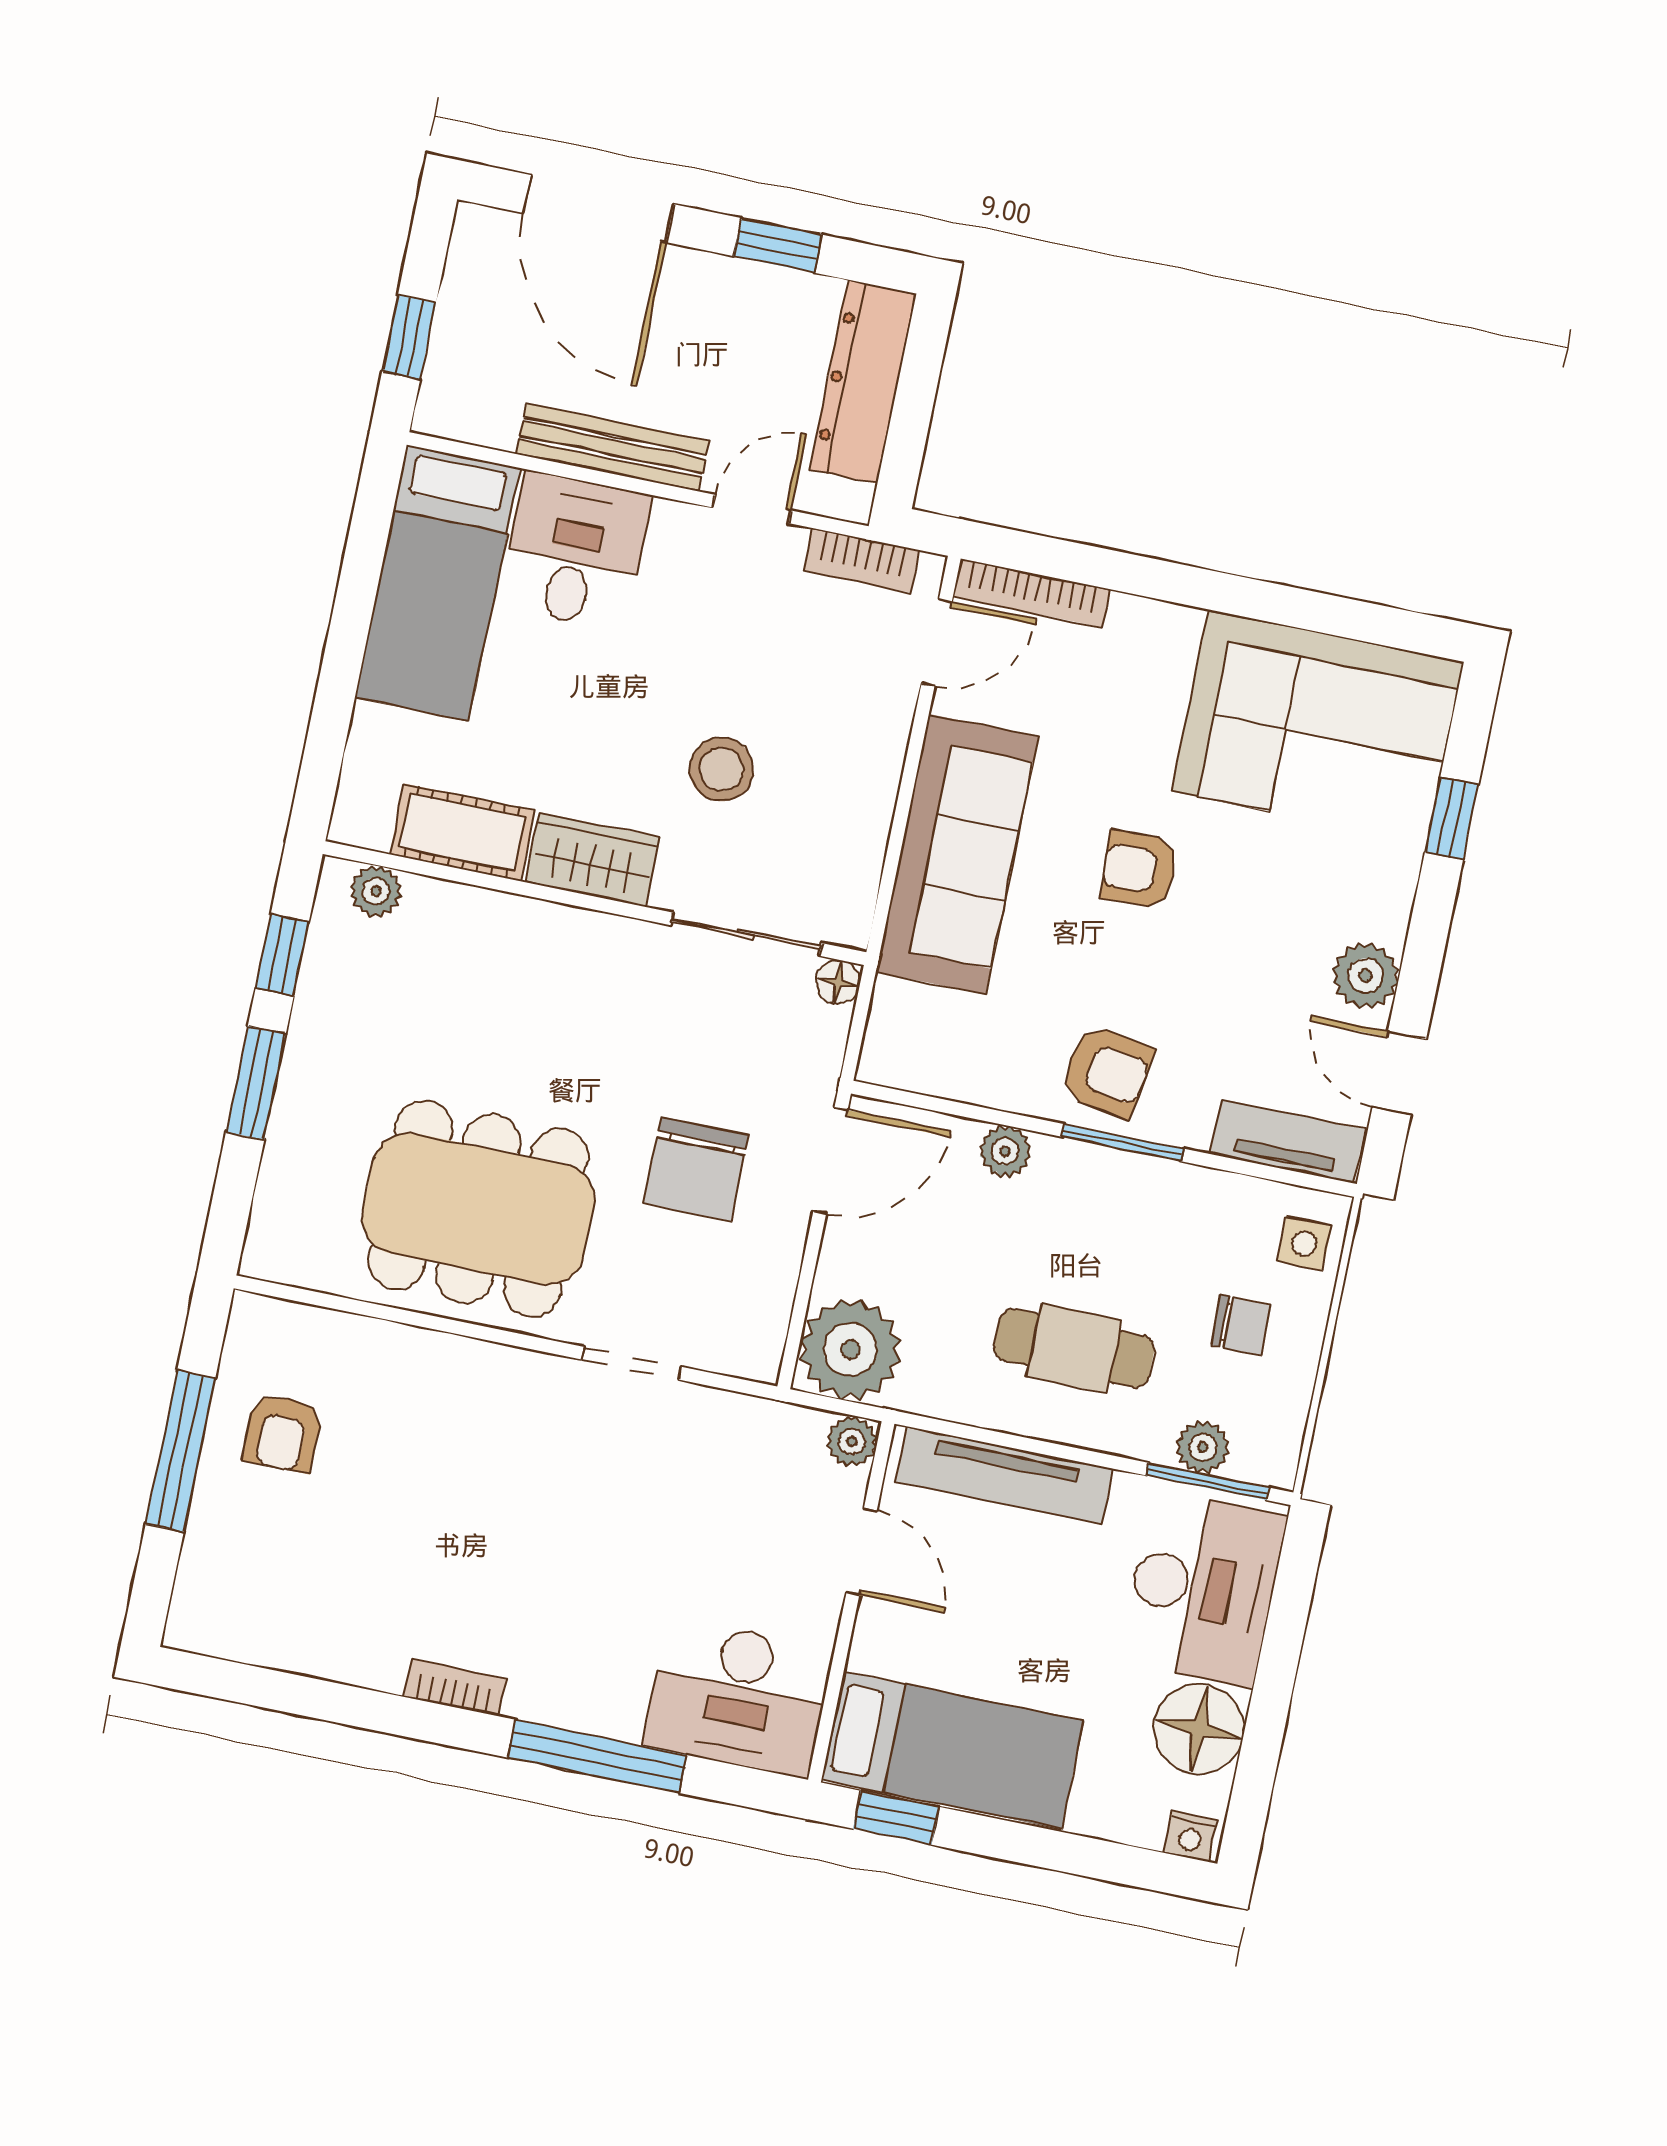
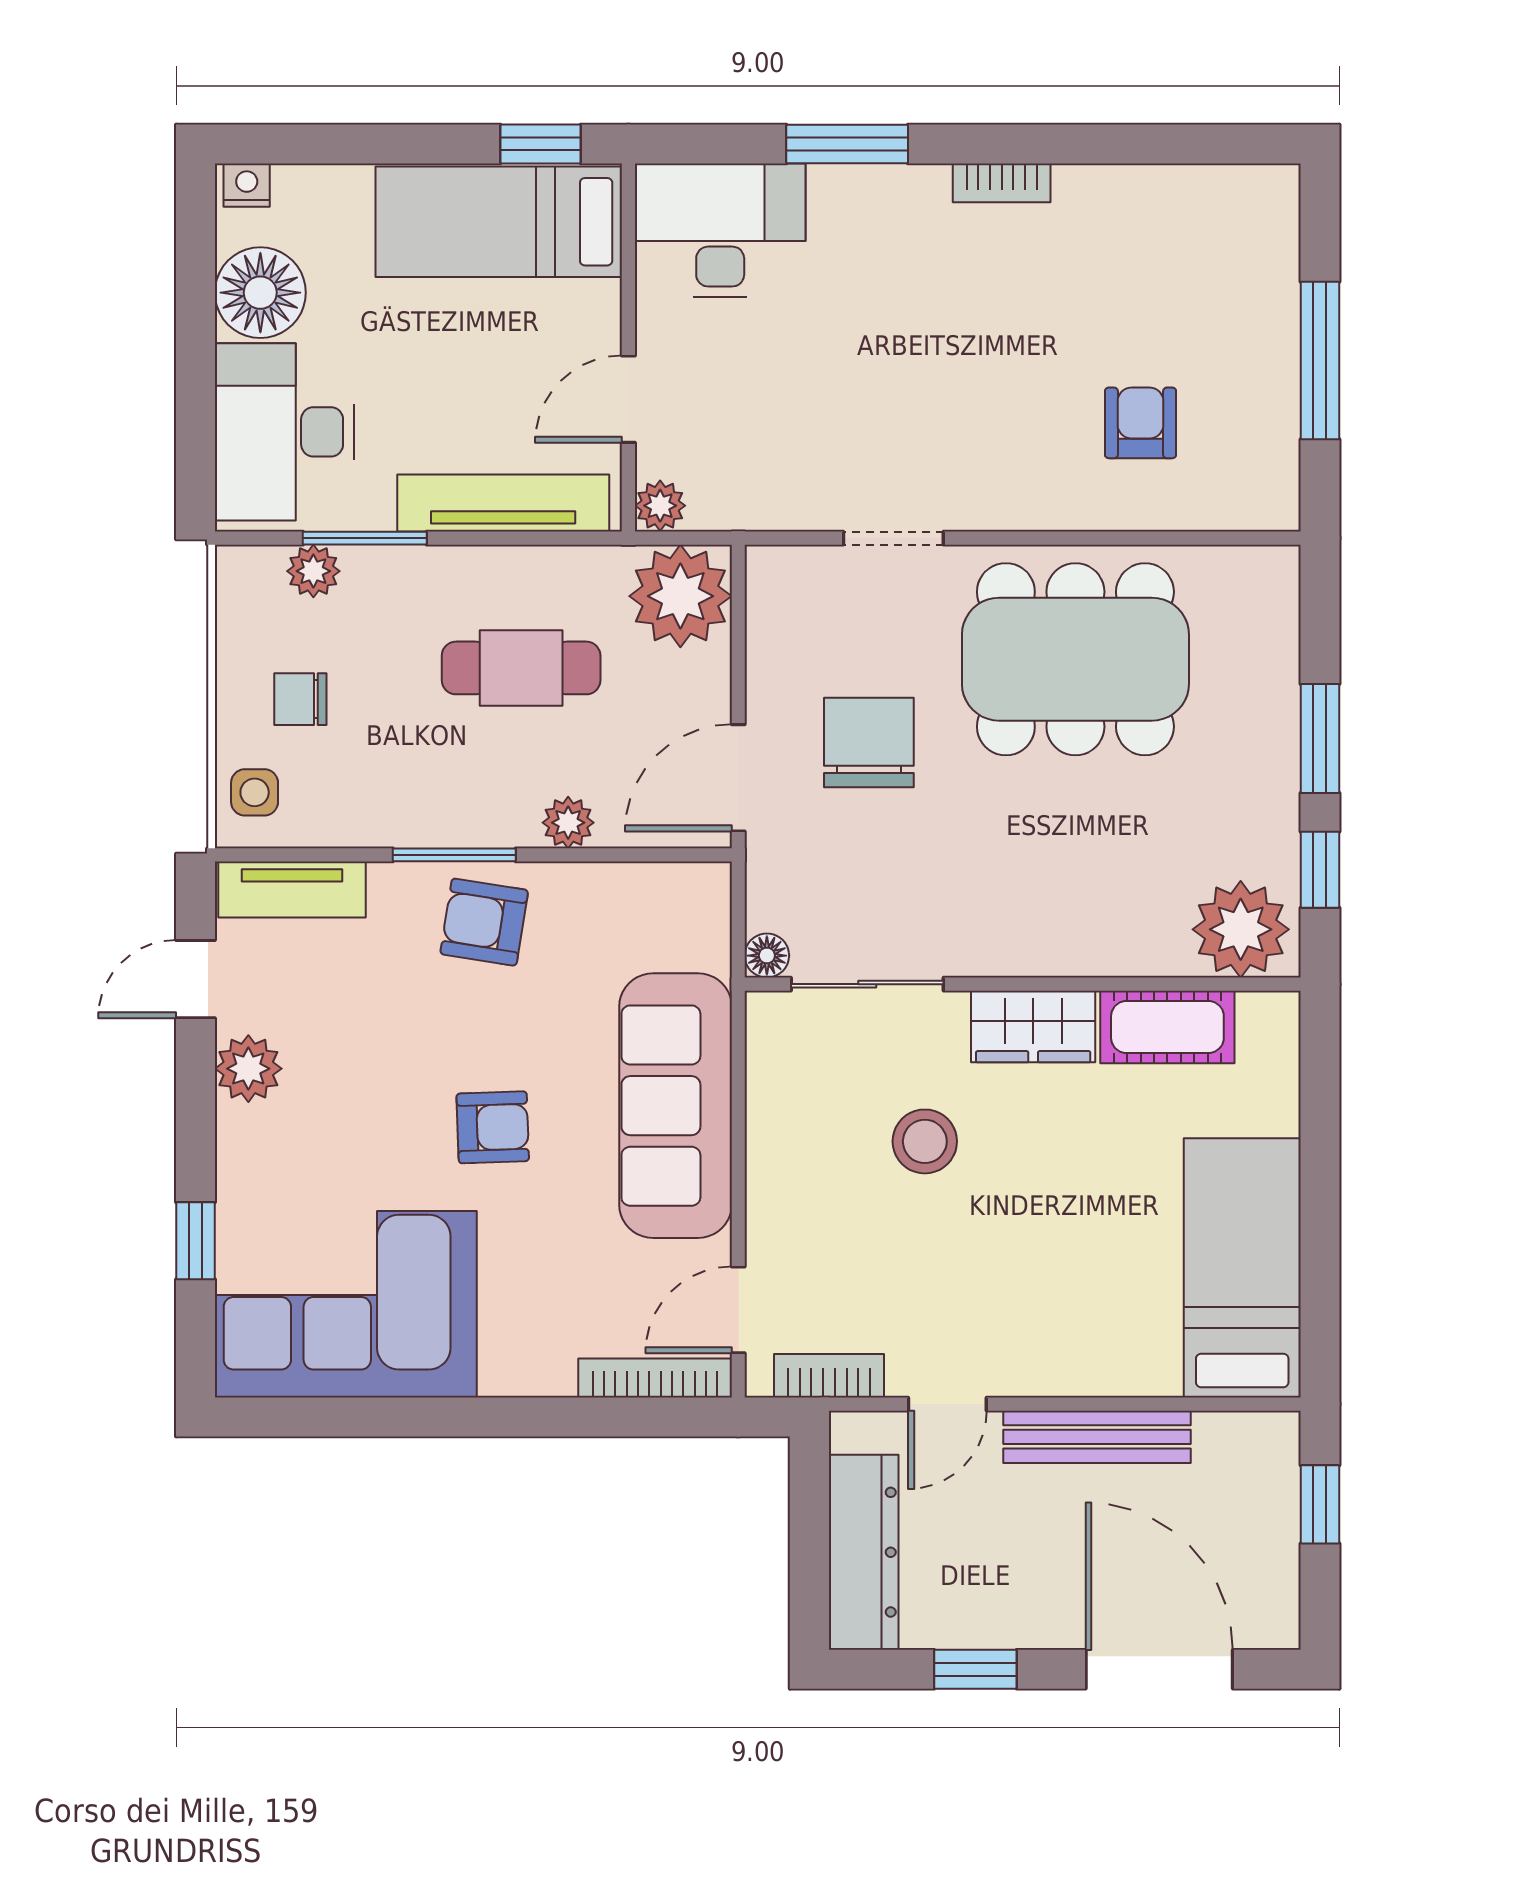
desk: (575, 551) -> (1113, 1327), removed
plant: (376, 891) -> (1241, 929), width x1.87, depth x1.87
door: (1399, 1073) -> (195, 979), swing flipped
cafe table: (1074, 1348) -> (521, 668), moved
armchair: (283, 1433) -> (1141, 423), moved
window: (1208, 1481) -> (365, 538), moved
door: (862, 1552) -> (628, 399), hinge flipped
window: (597, 1756) -> (847, 144), width x0.69

